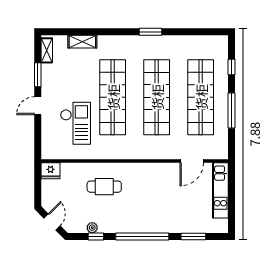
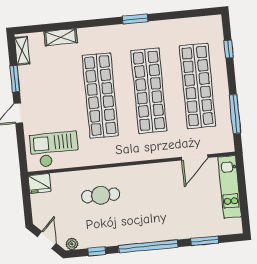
window: (232, 110) -> (235, 114), moved
checkout: (75, 123) -> (54, 149), moved, turned -90
plant: (92, 228) -> (72, 244), moved

